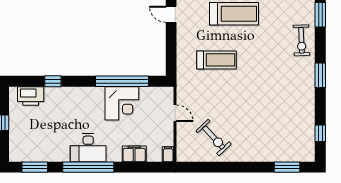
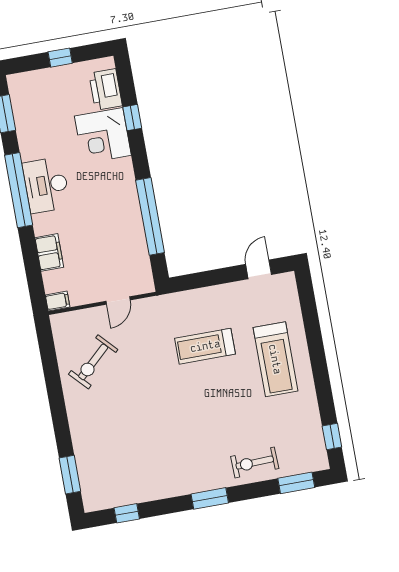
treadmill: (217, 60) -> (205, 346), turned 90
corner desk: (122, 103) -> (103, 136), moved

